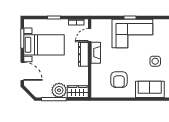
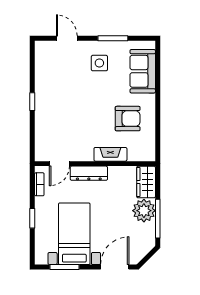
corner sofa: (132, 33) -> (57, 98), removed
door: (90, 35) -> (59, 164), hinge flipped
fireplace: (96, 53) -> (110, 154), moved

